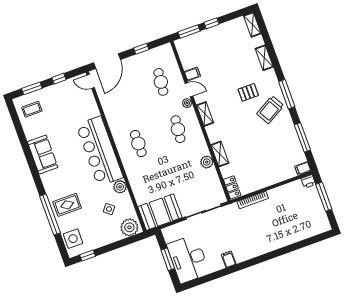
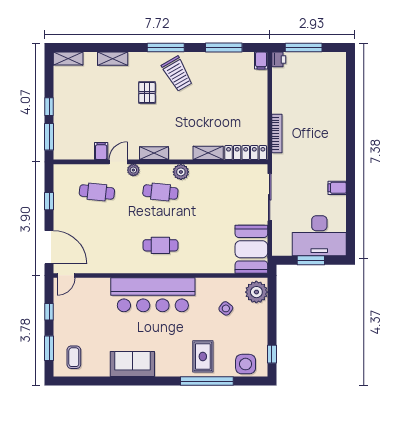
plant: (207, 162) -> (181, 172), moved
plant: (120, 187) -> (204, 286), removed
locker: (232, 187) -> (246, 153), width x1.53

